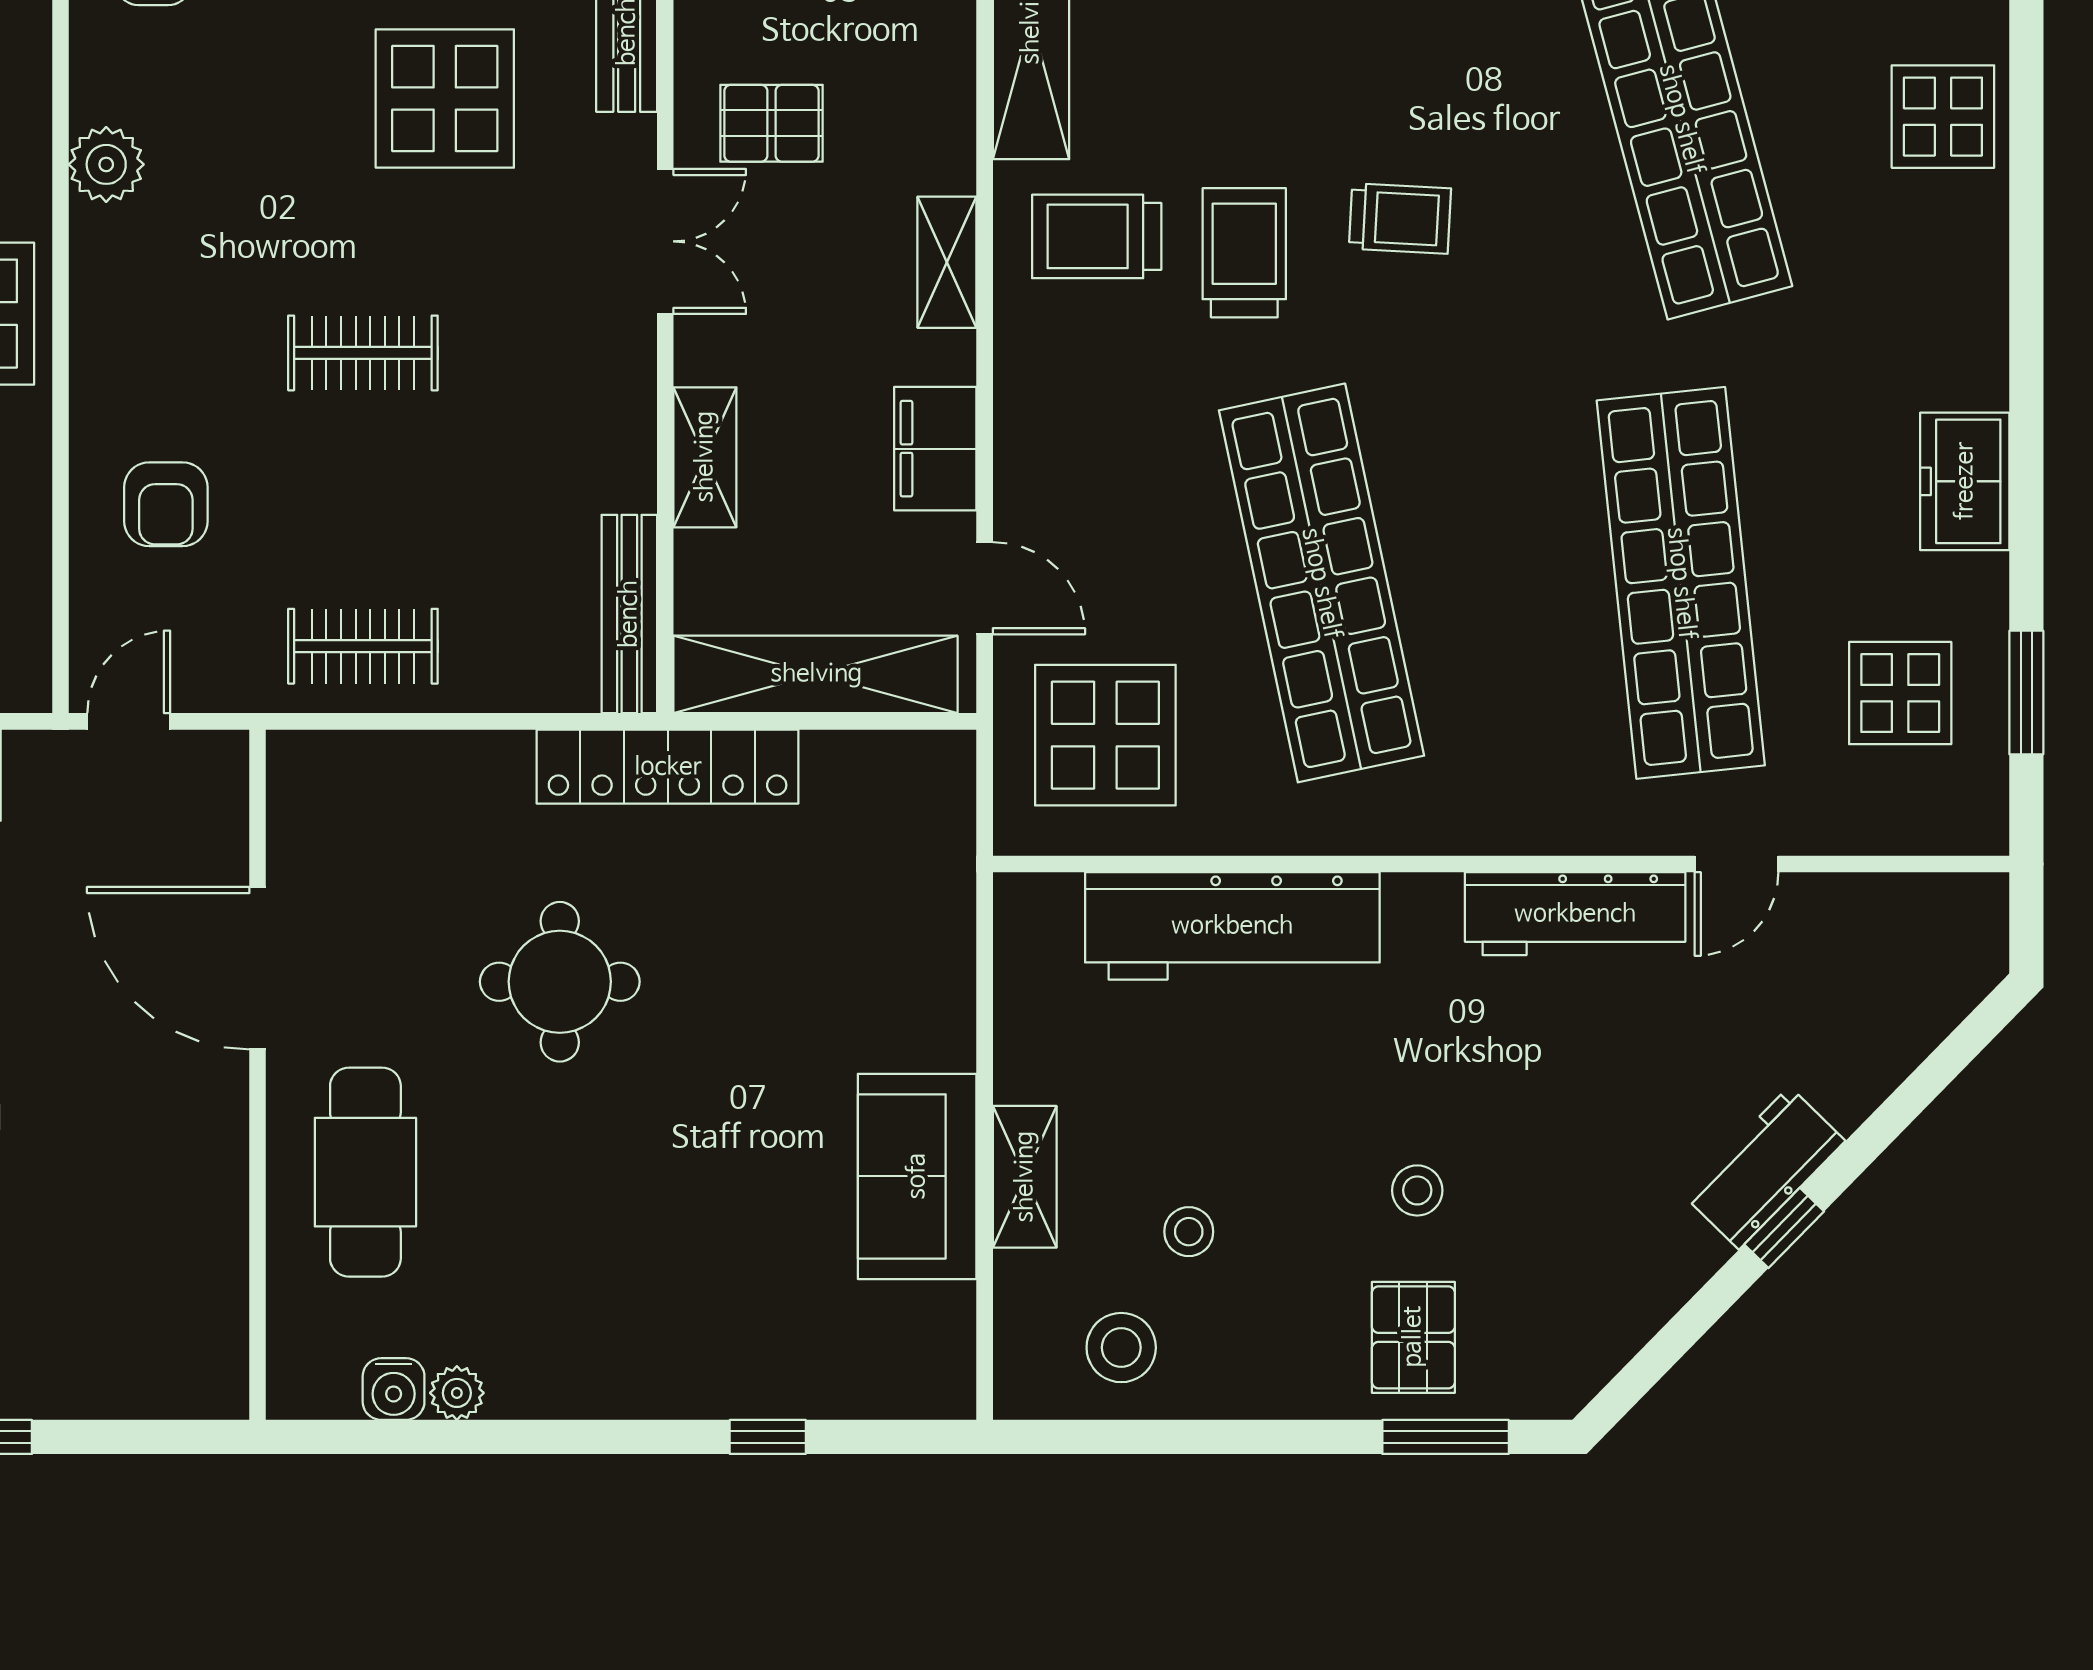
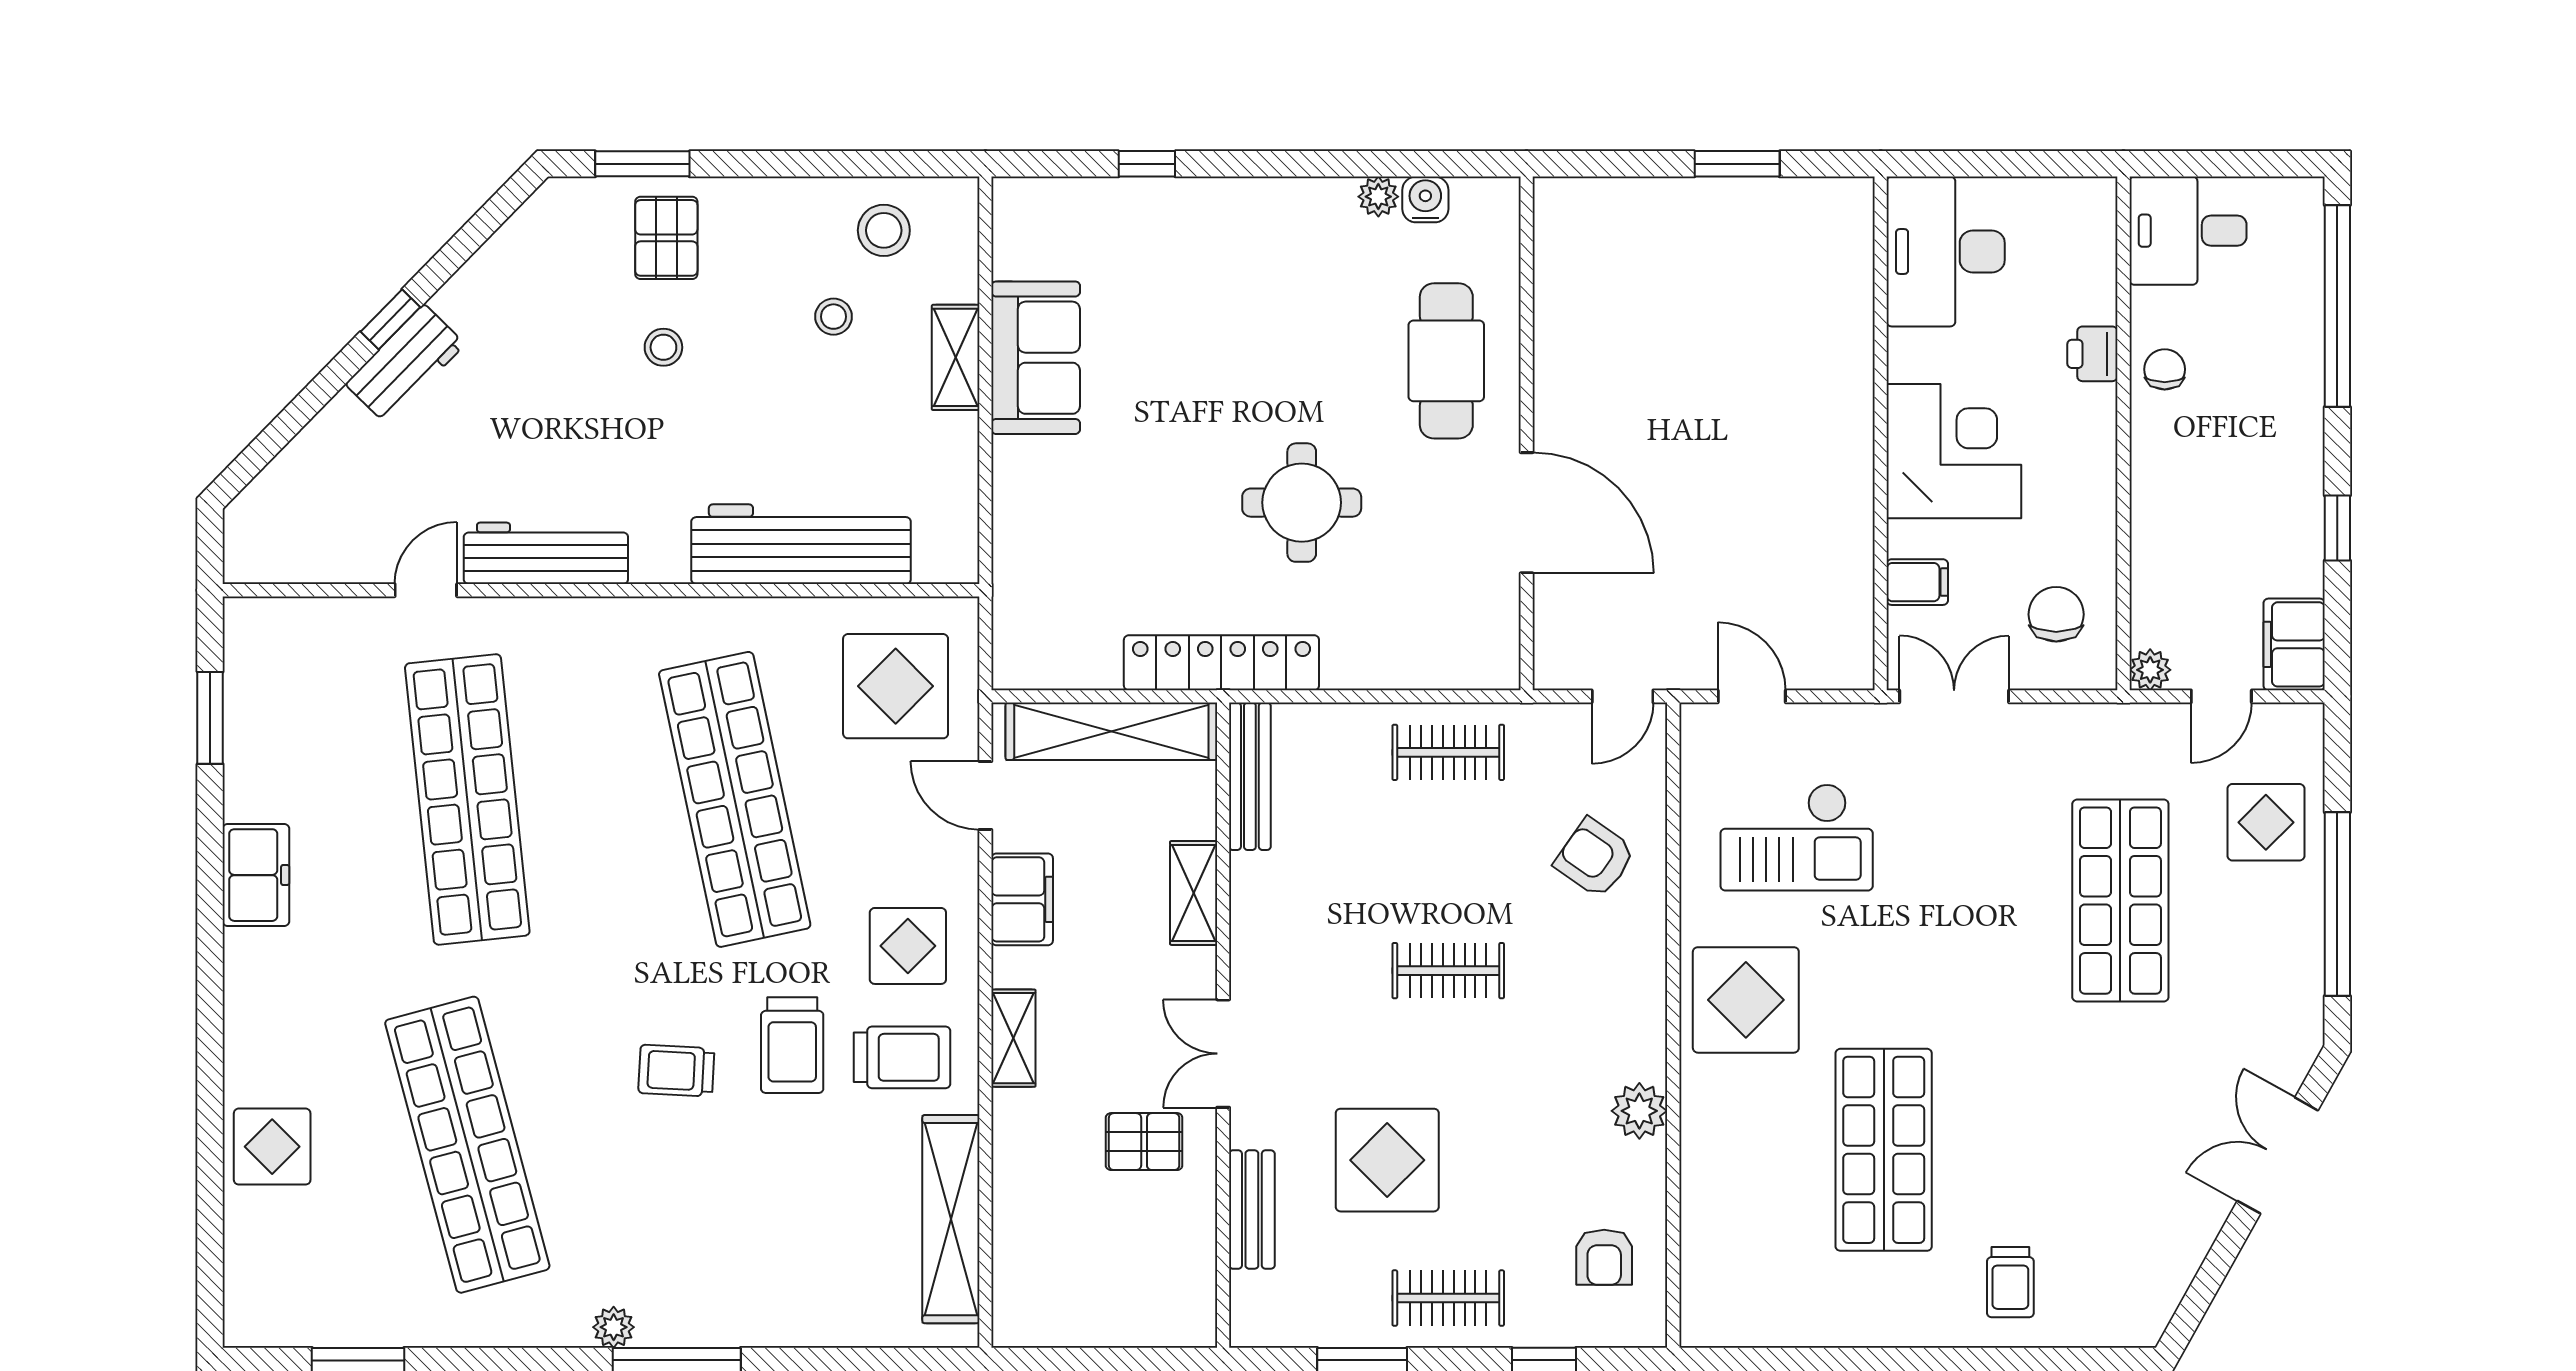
armchair: (166, 504) -> (1595, 858), turned -55
display table: (1900, 693) -> (908, 946), moved

